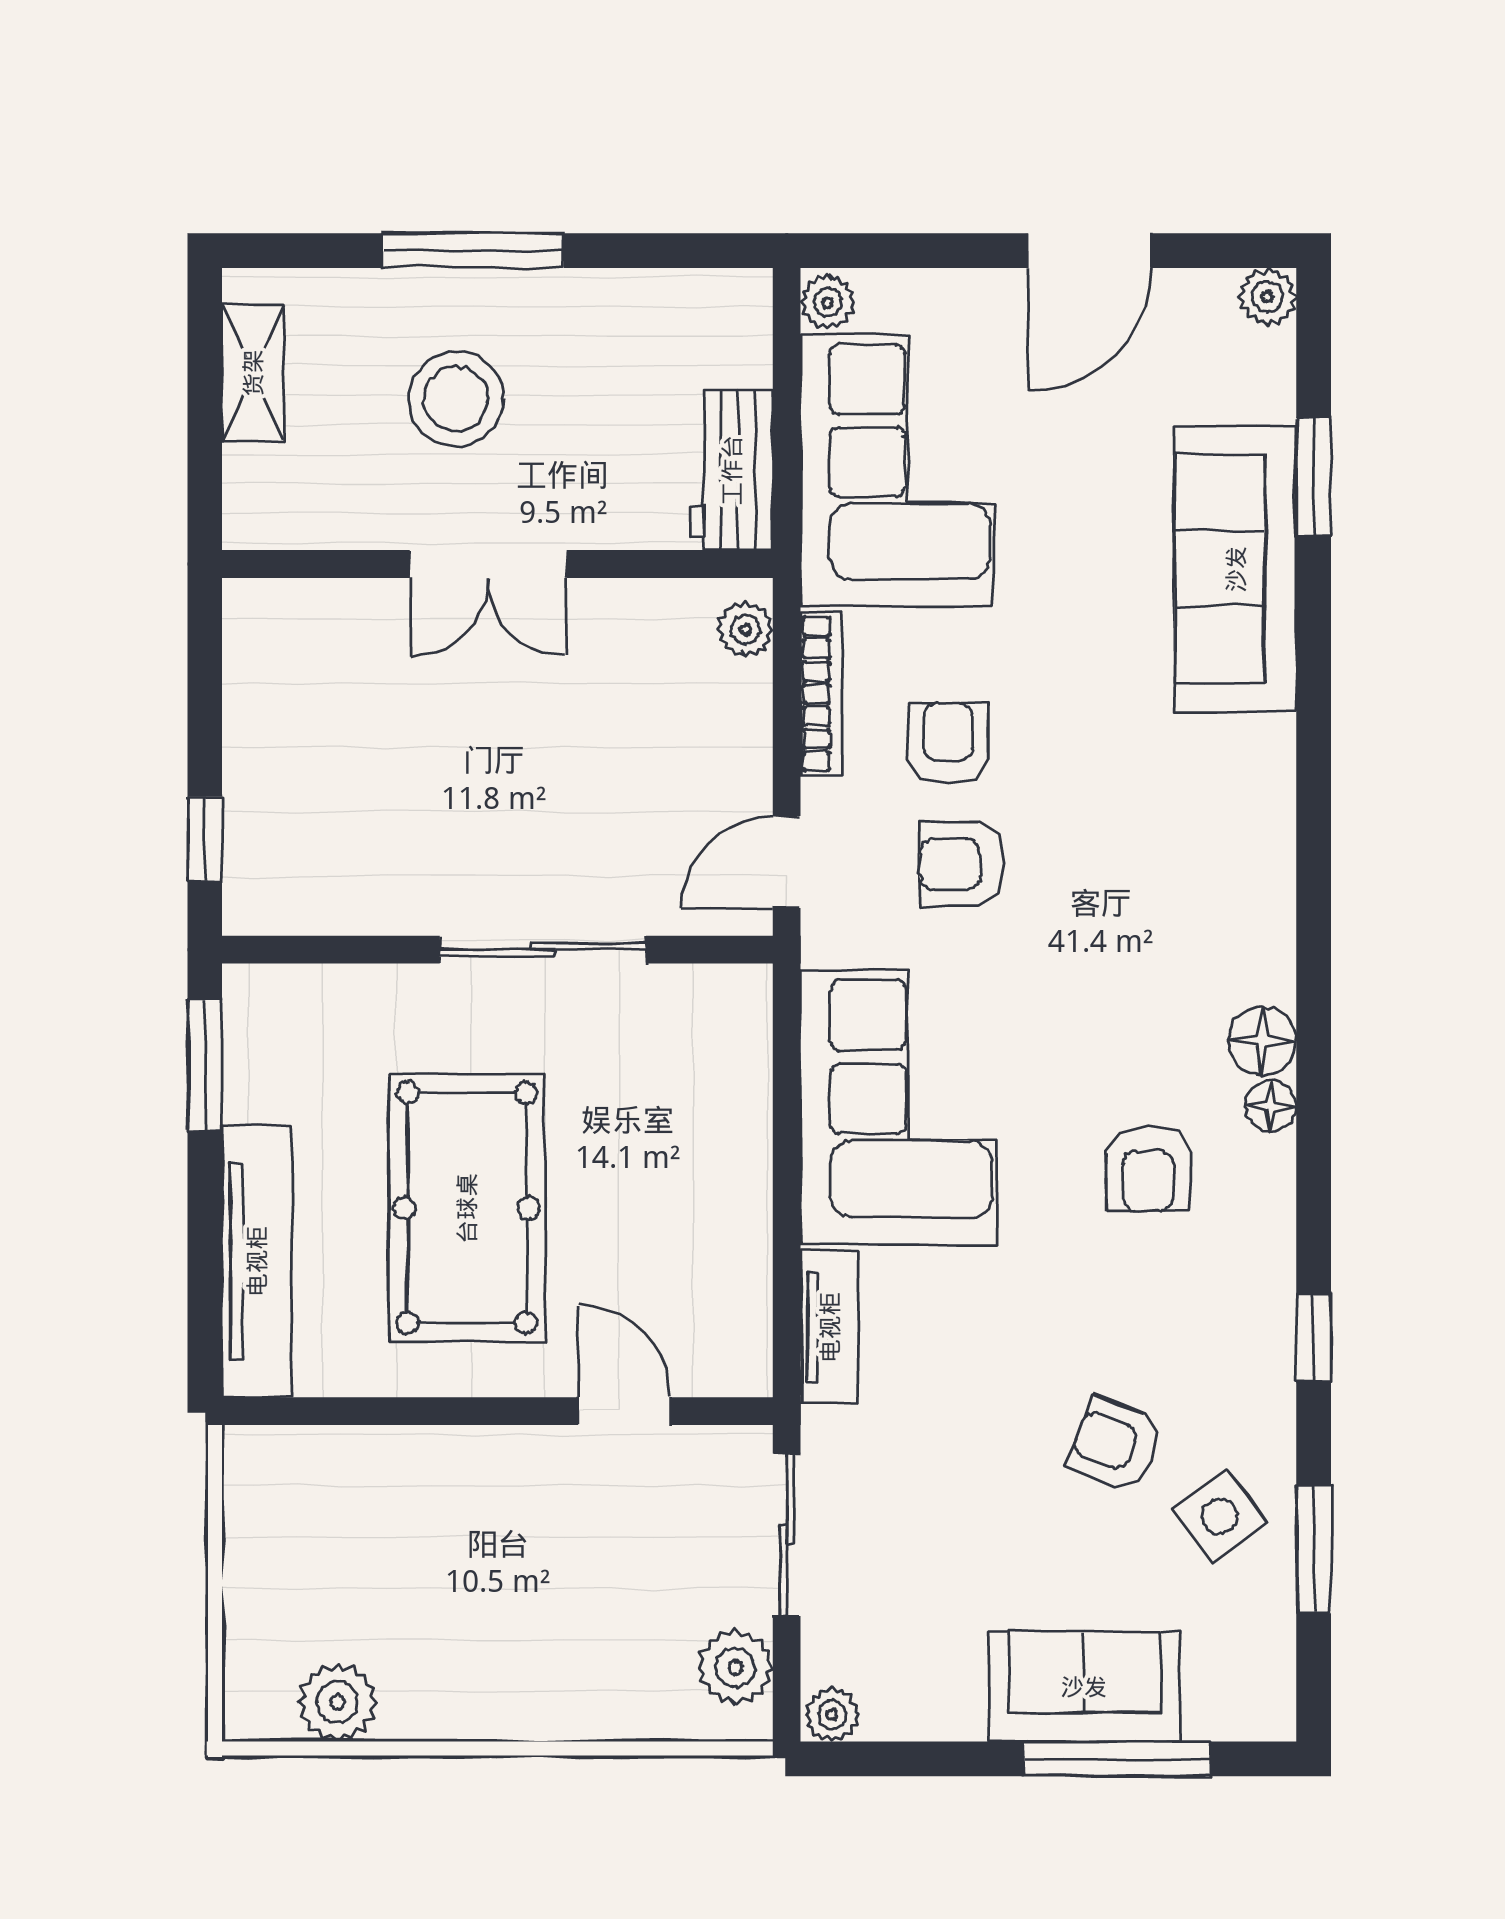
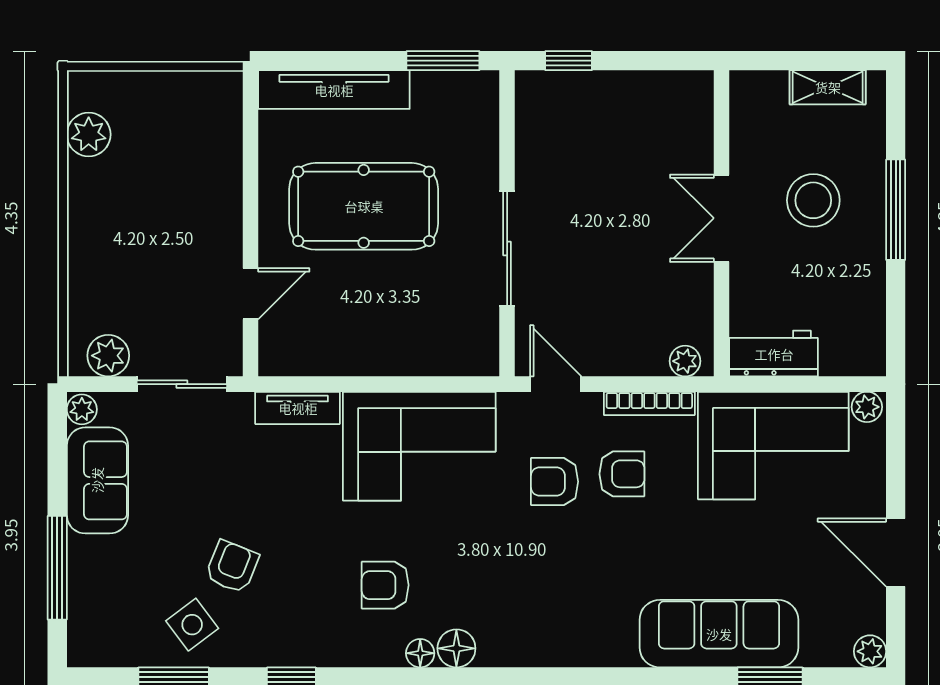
armchair: (962, 864) -> (555, 482), turned -90
sofa: (1084, 1687) -> (97, 480), moved

